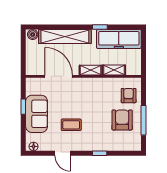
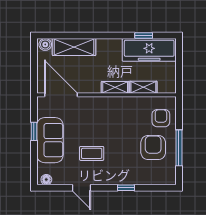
window: (100, 27) -> (144, 35), moved
shelving: (65, 37) -> (74, 47), width x0.68
door: (59, 76) -> (61, 95), moved

